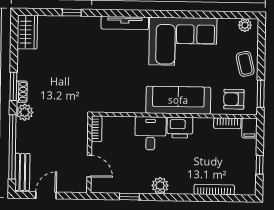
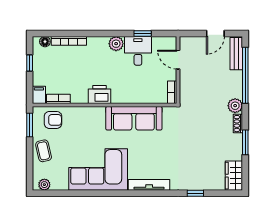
window: (13, 86) -> (245, 142), moved
sofa: (178, 100) -> (134, 118), moved
desk: (150, 133) -> (138, 51), moved, turned 180
floor lamp: (242, 189) -> (45, 42), added

